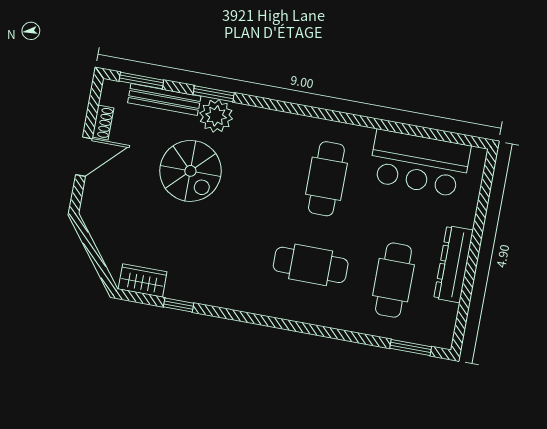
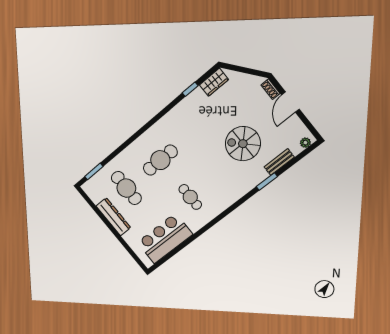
window: (141, 81) -> (301, 156), removed
bench: (164, 99) -> (279, 162), width x0.73
plant: (216, 116) -> (305, 143), moved, width x0.53, depth x0.53
shoe rack: (103, 122) -> (271, 89), moved
cafe table: (326, 179) -> (190, 197), width x0.73, depth x0.74

